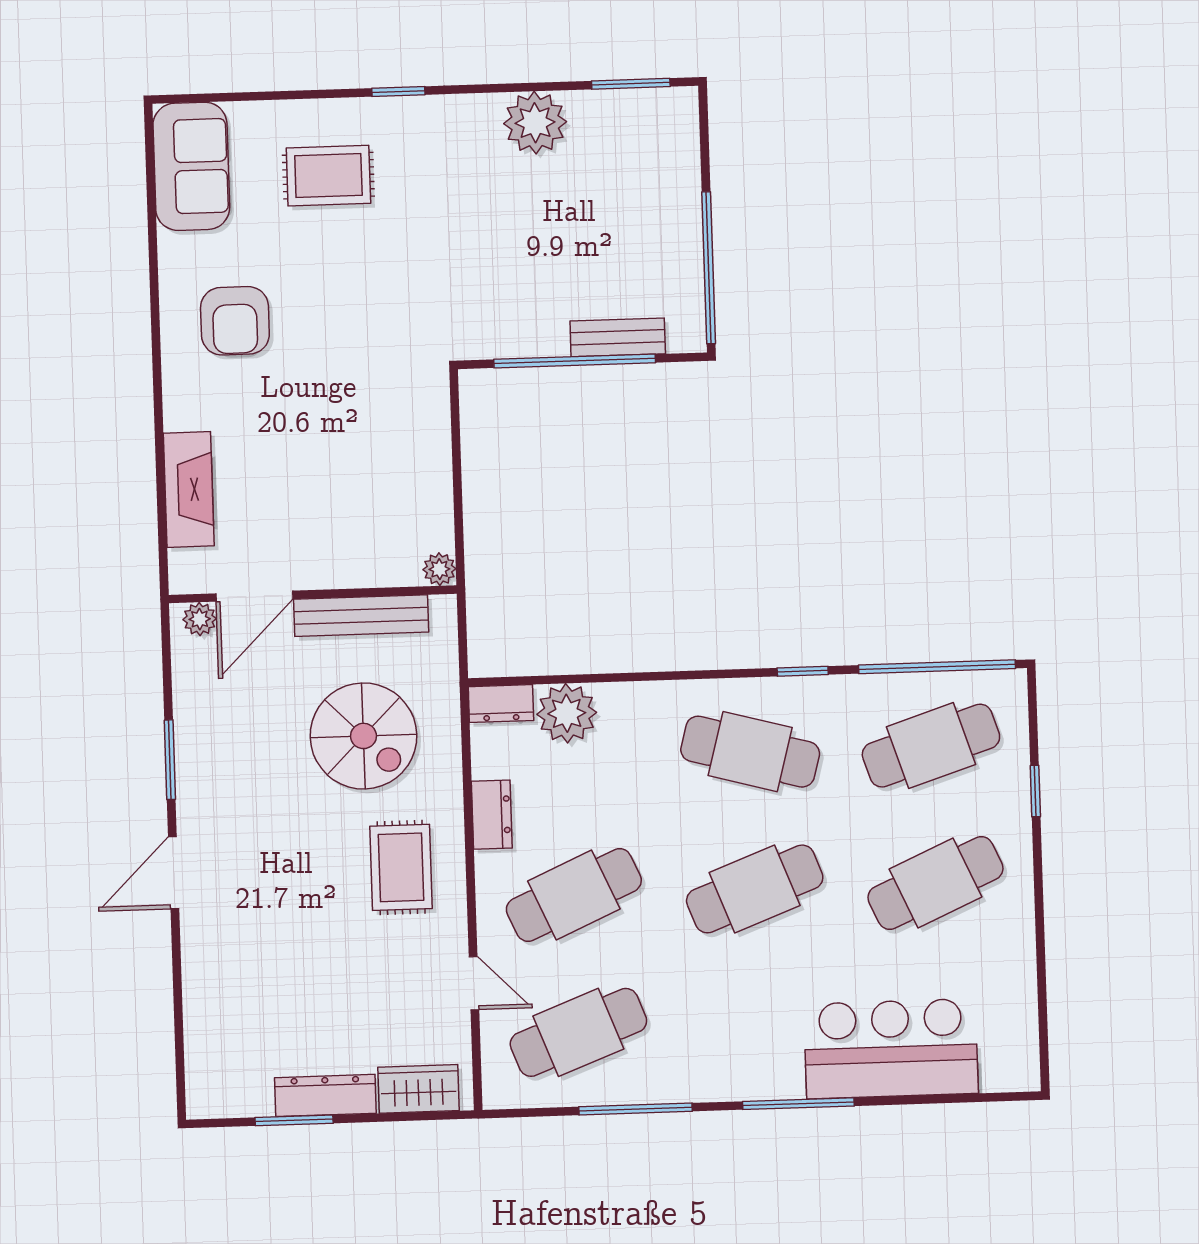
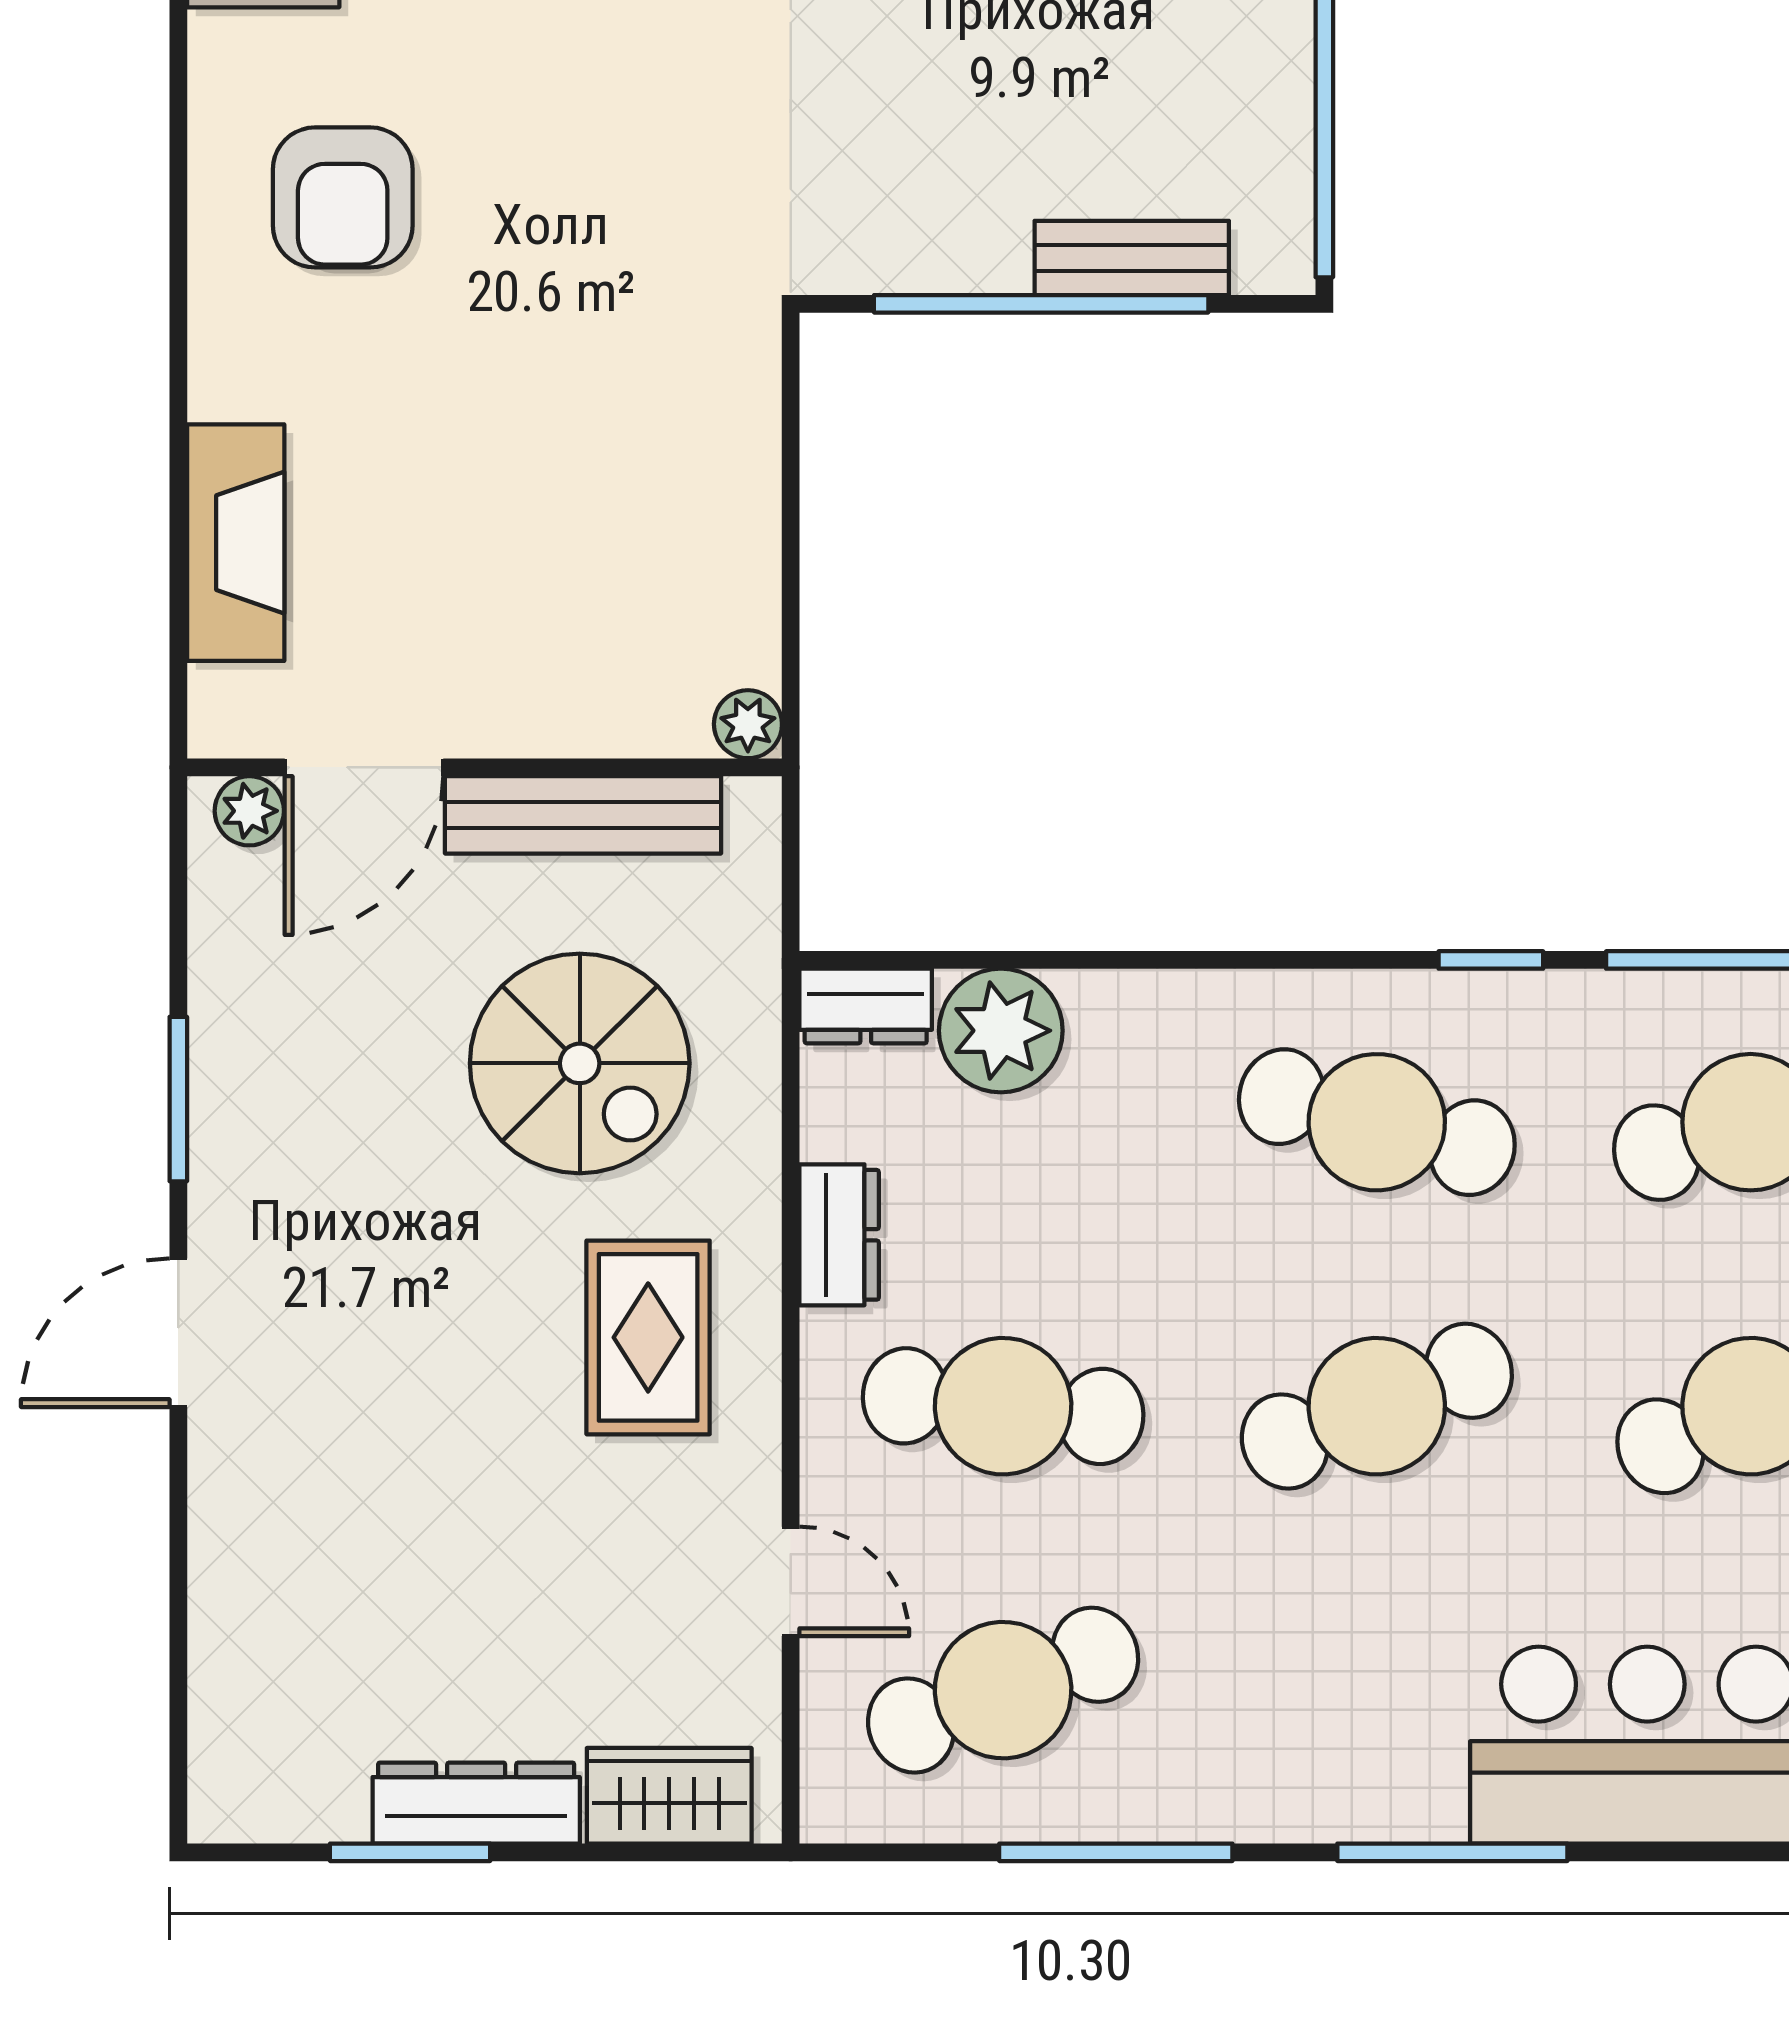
cafe table: (574, 895) -> (1003, 1406), turned 30

